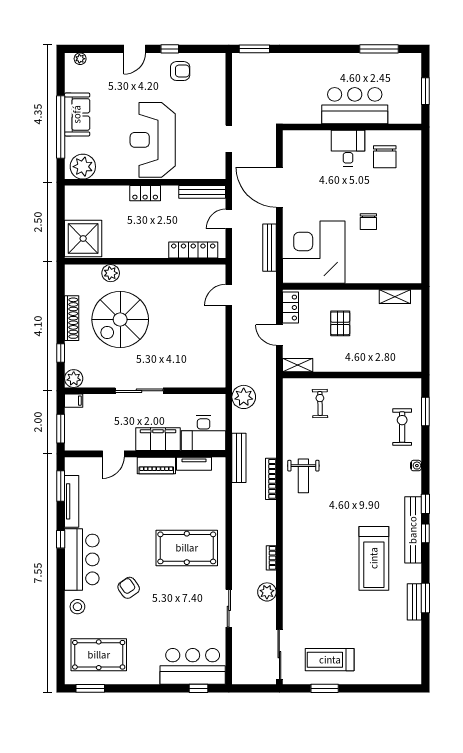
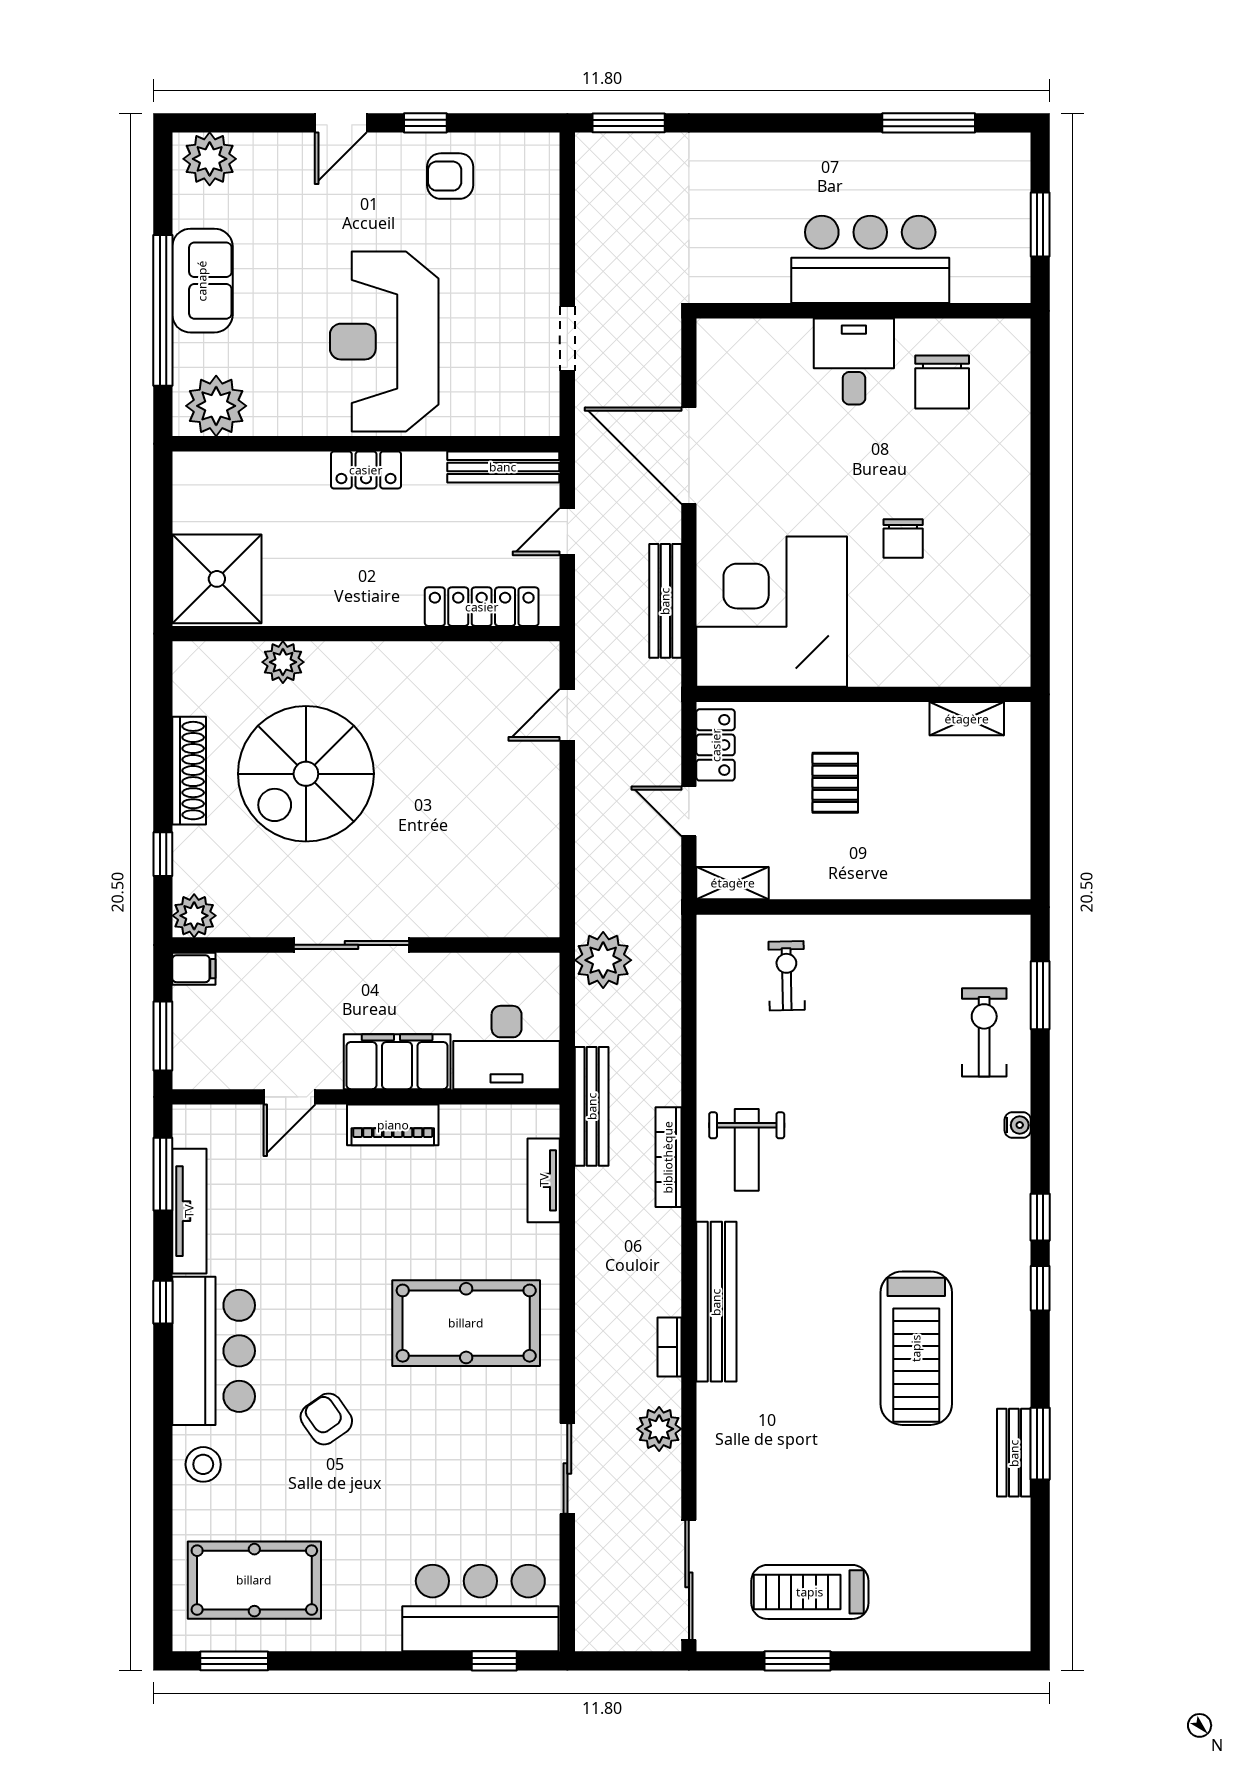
plant: (80, 59) -> (210, 159), width x1.88, depth x1.88
armchair: (180, 71) -> (450, 176), turned 180
tv unit: (194, 464) -> (544, 1180), moved, turned 90
bench: (413, 530) -> (716, 1302), moved

